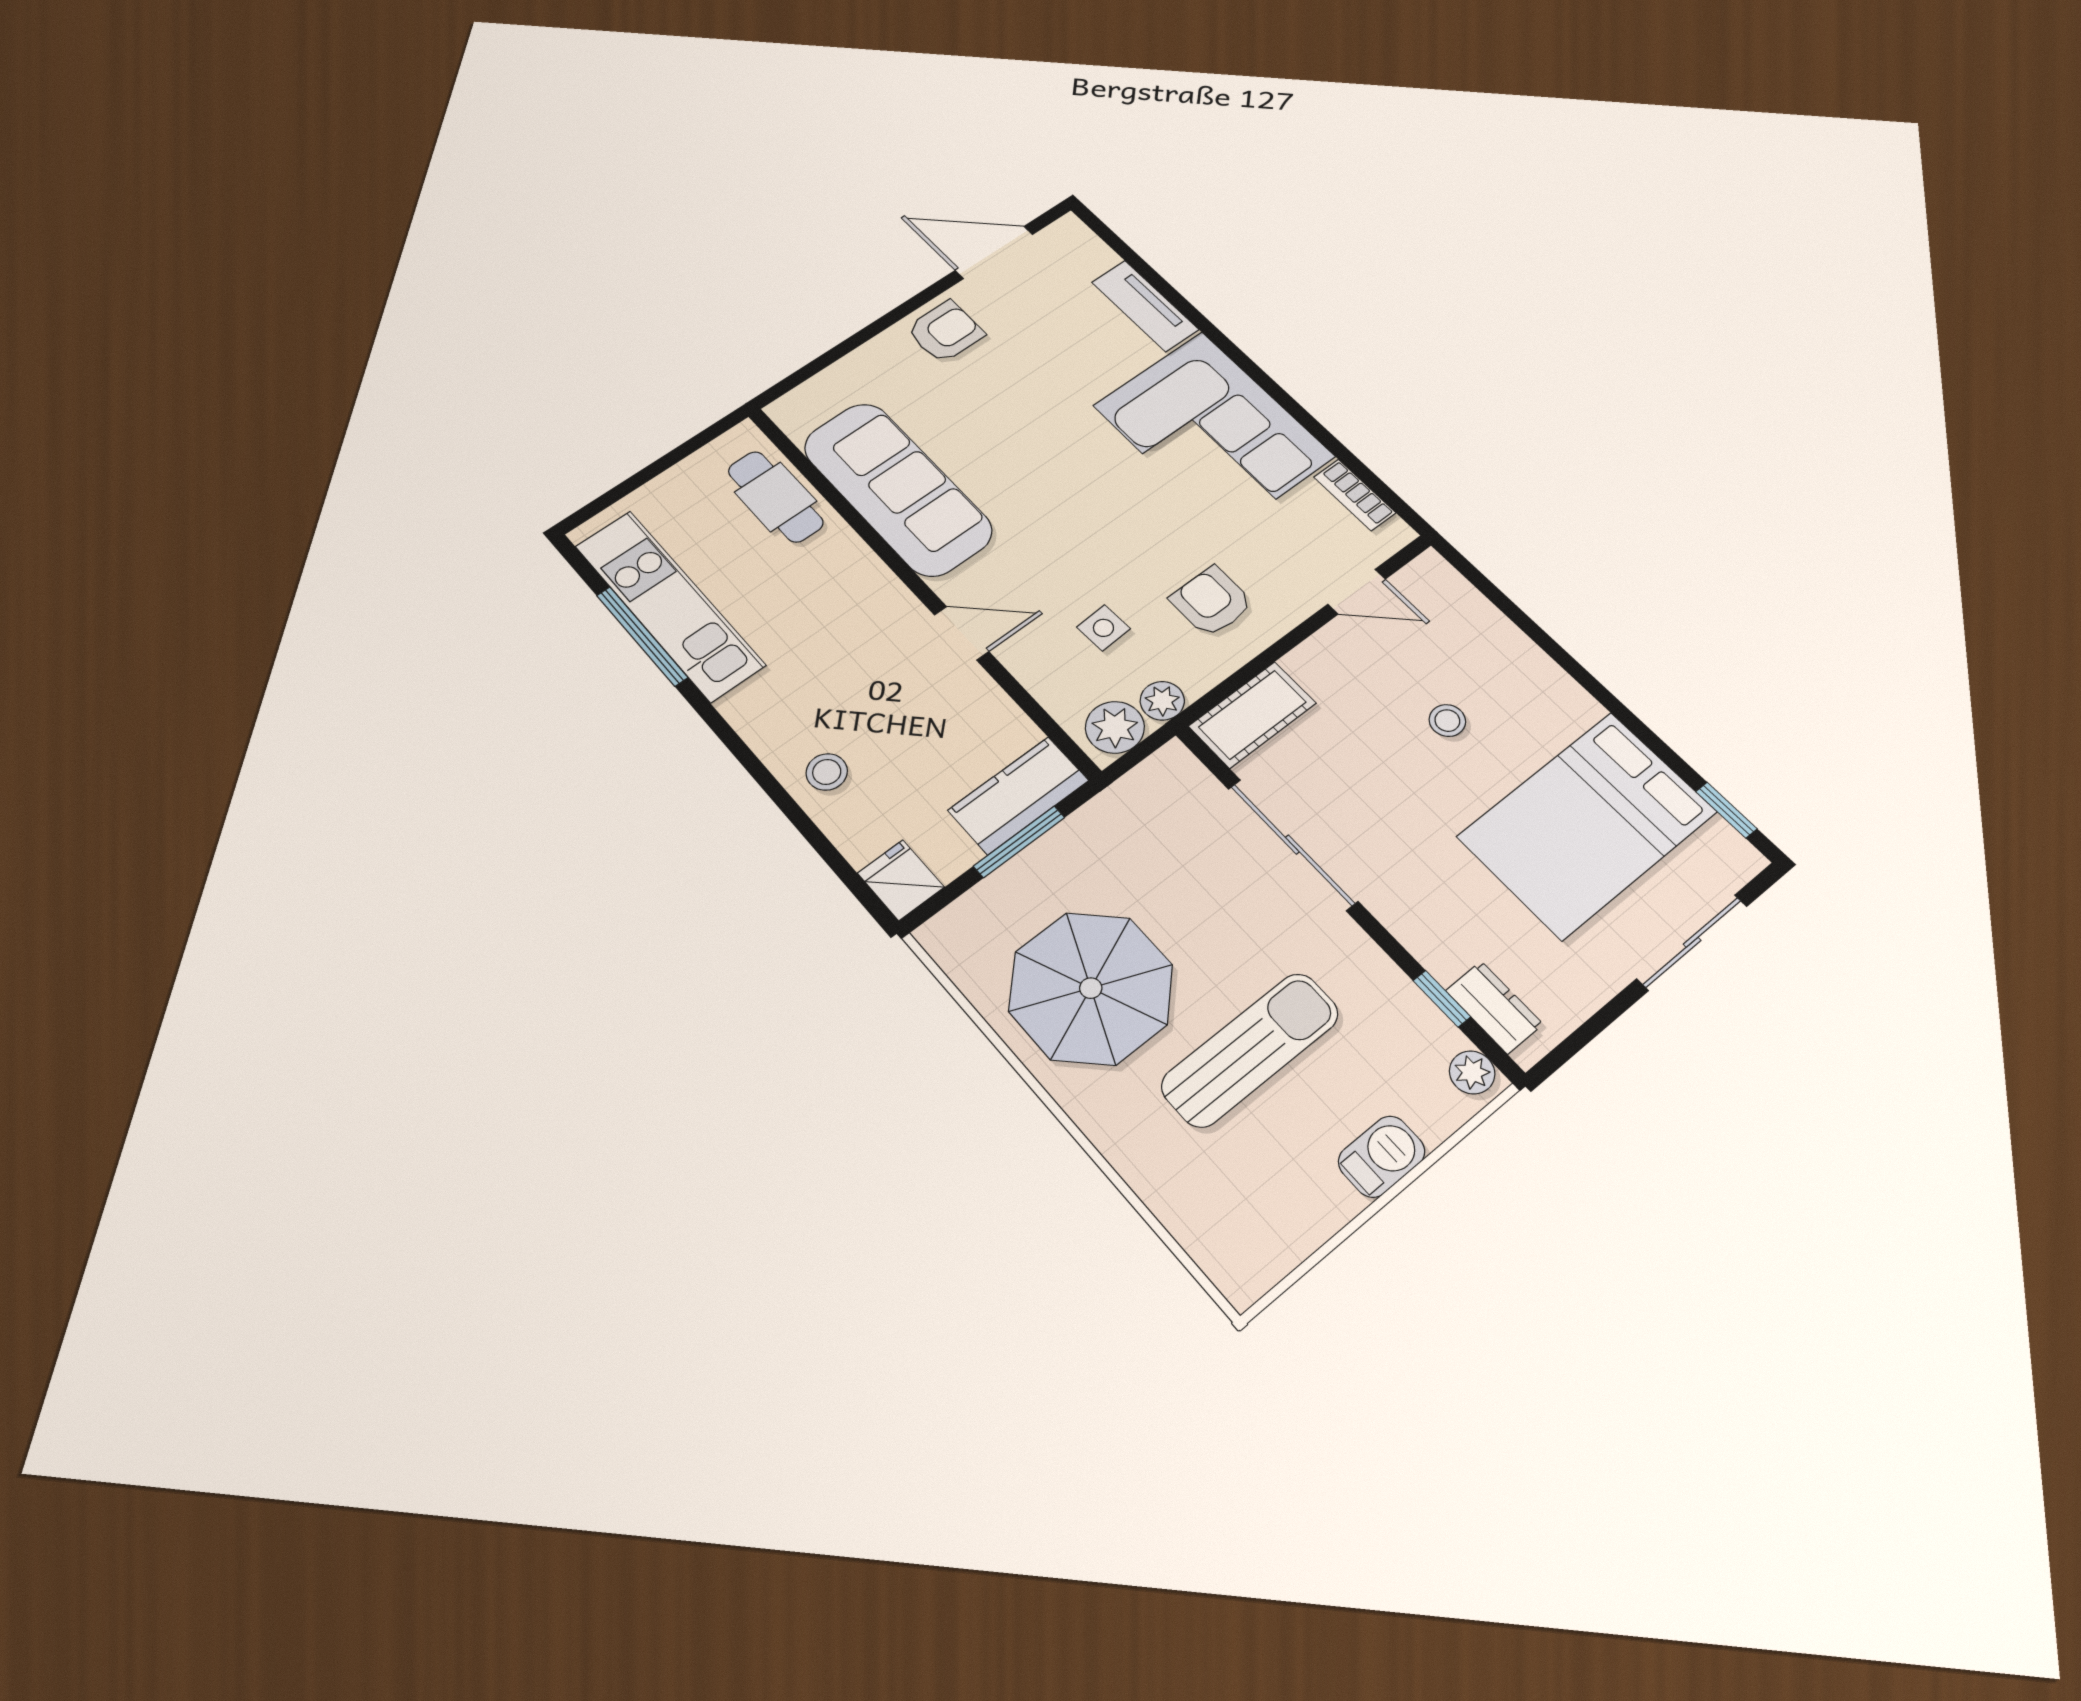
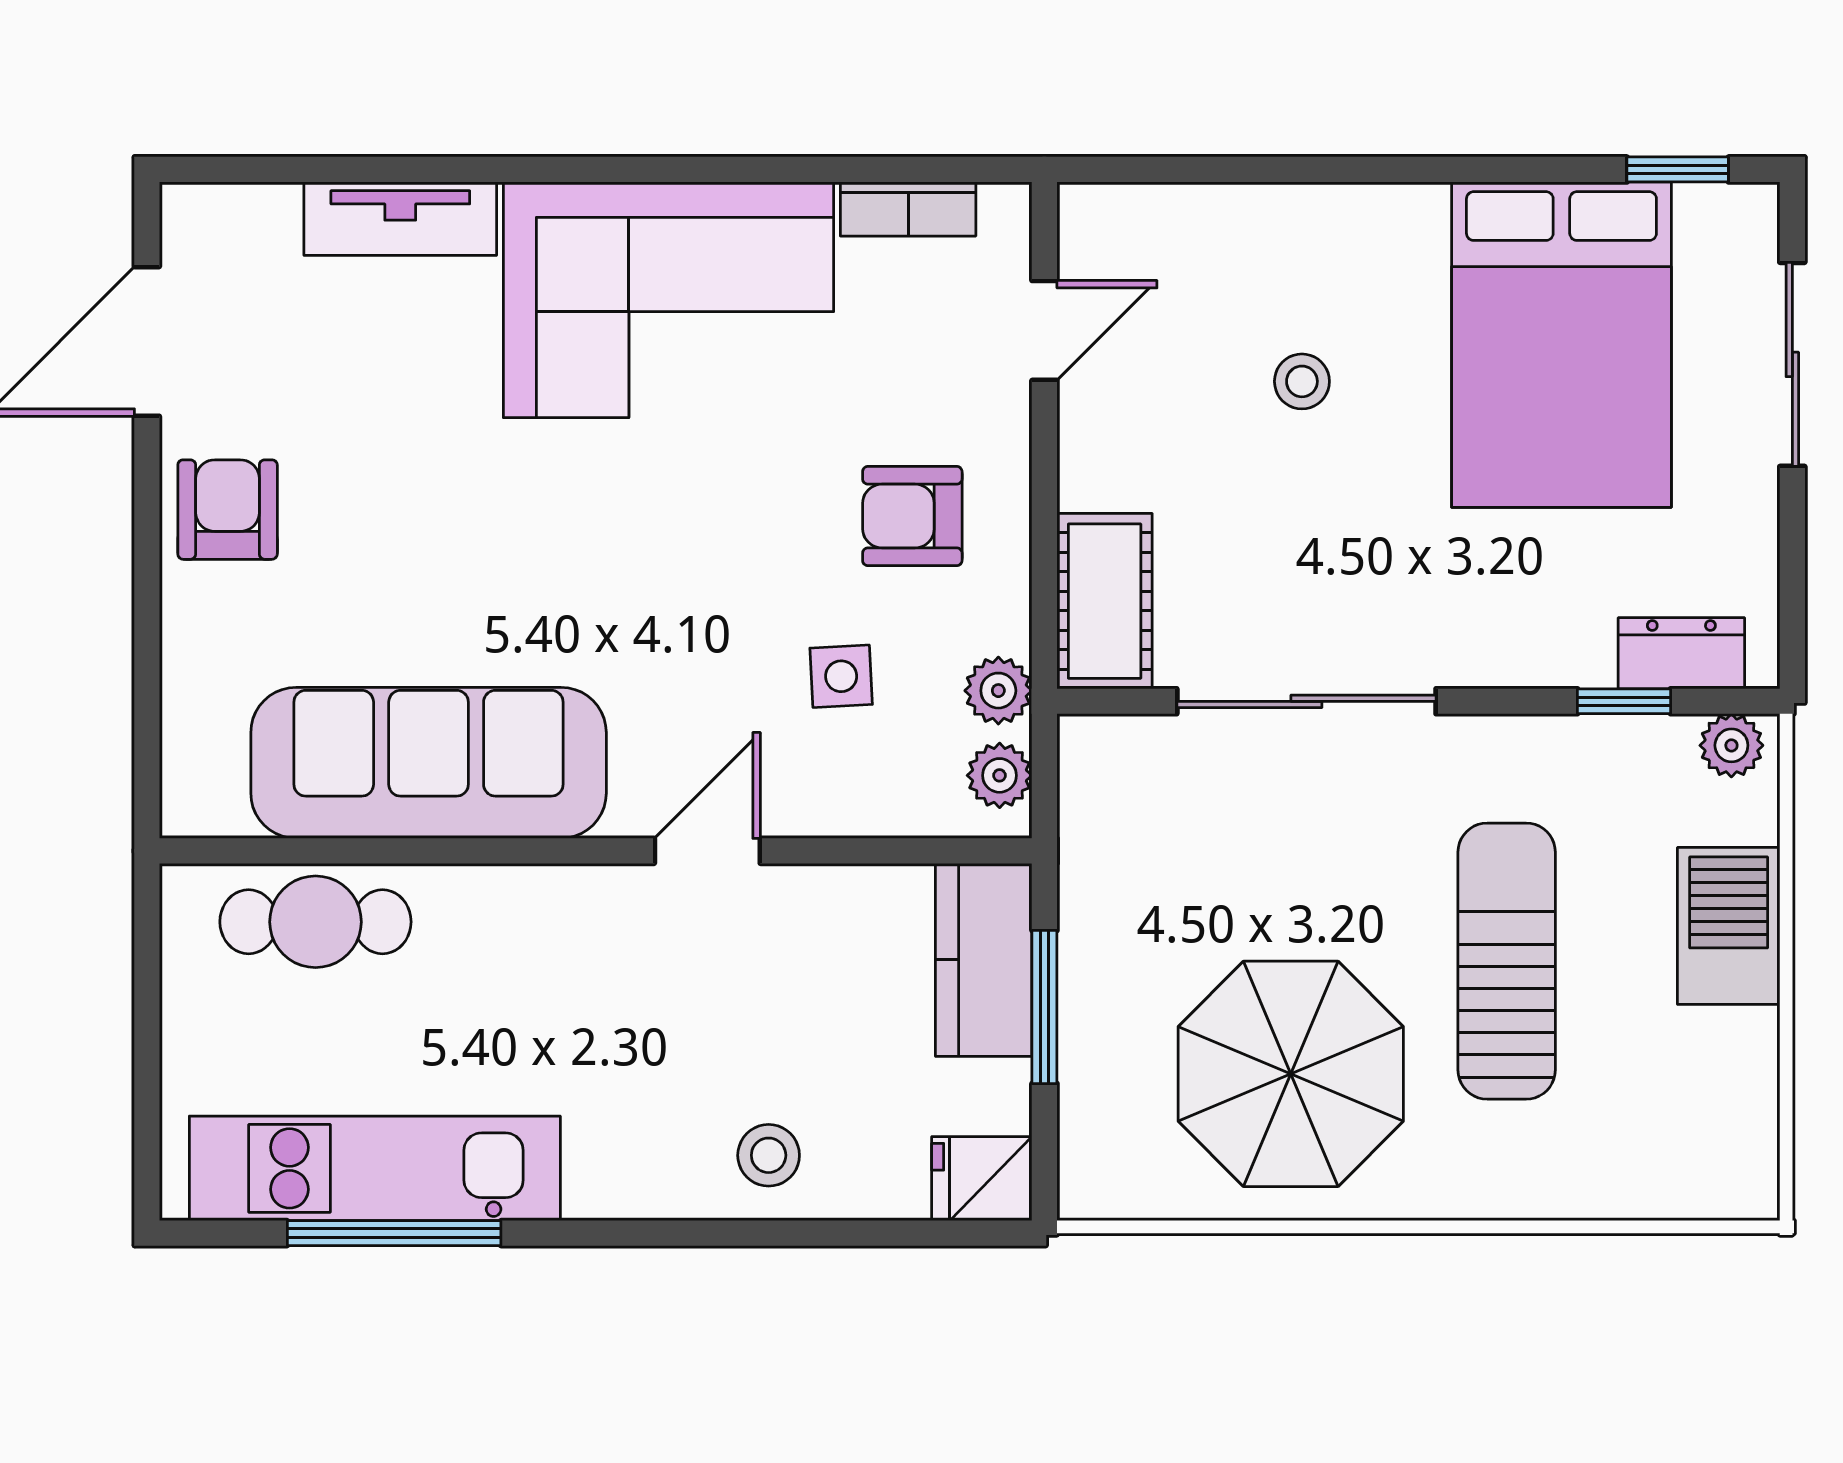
plant: (1115, 727) -> (1000, 775), width x0.73, depth x0.73
barbecue: (1382, 1156) -> (1729, 926), width x1.38, depth x1.27

